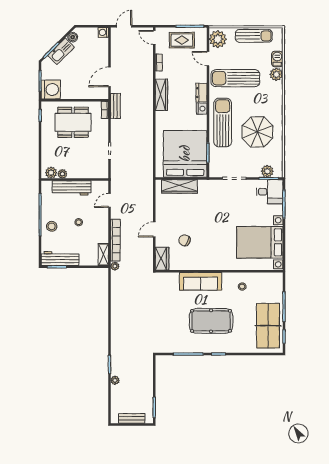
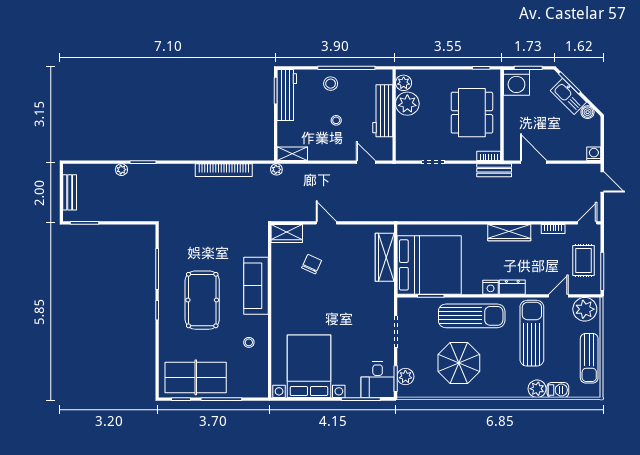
plant: (62, 174) -> (407, 104), width x1.88, depth x1.88
bookcase: (115, 240) -> (224, 170), moved

